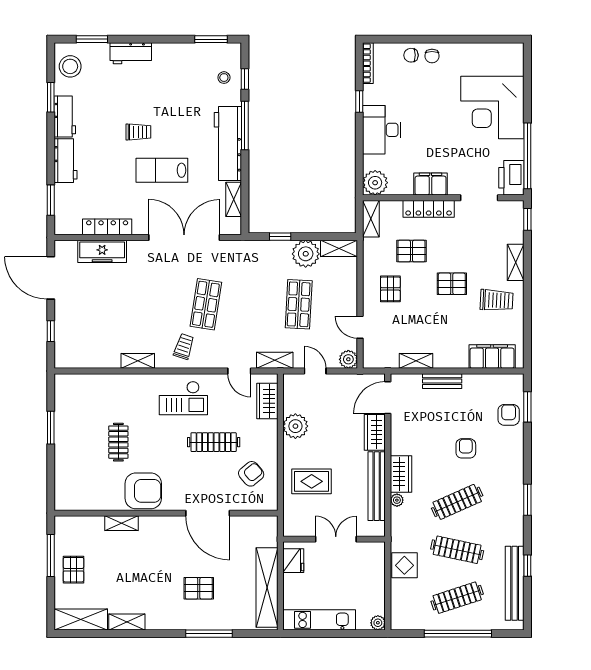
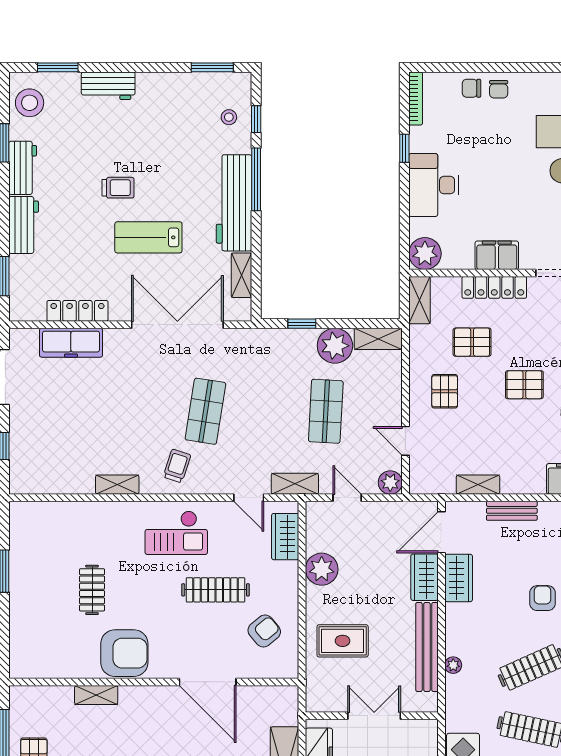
wardrobe: (401, 474) -> (459, 578), moved

